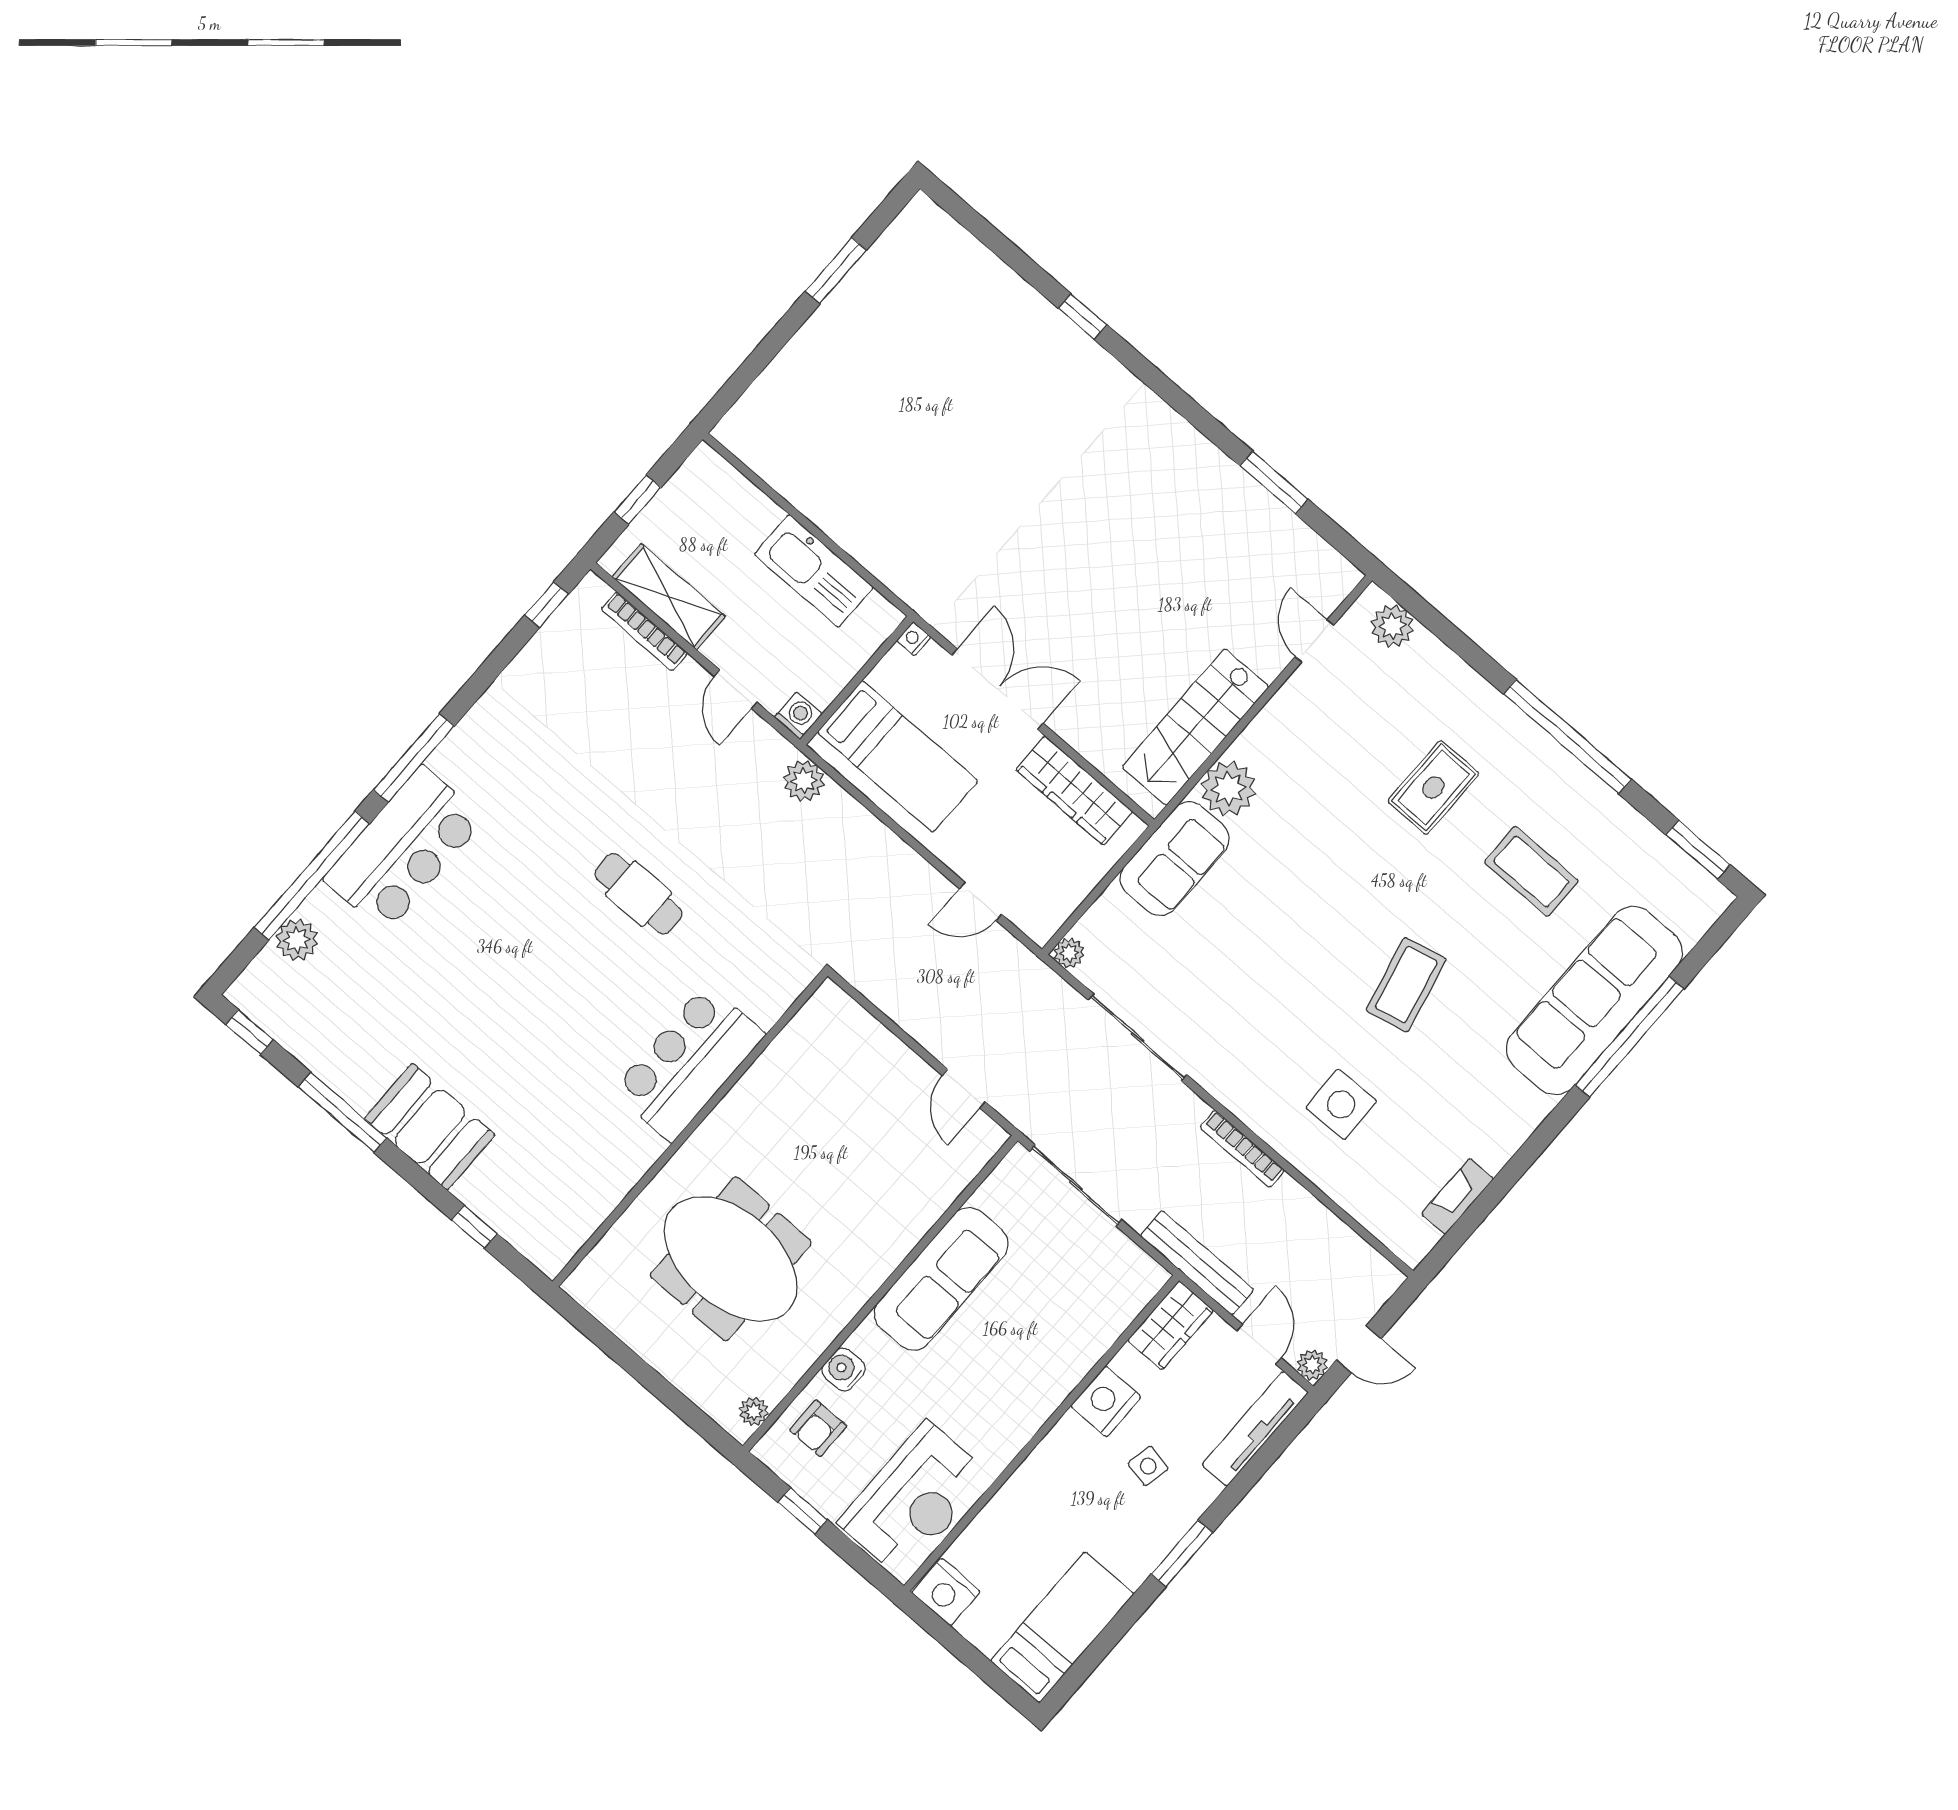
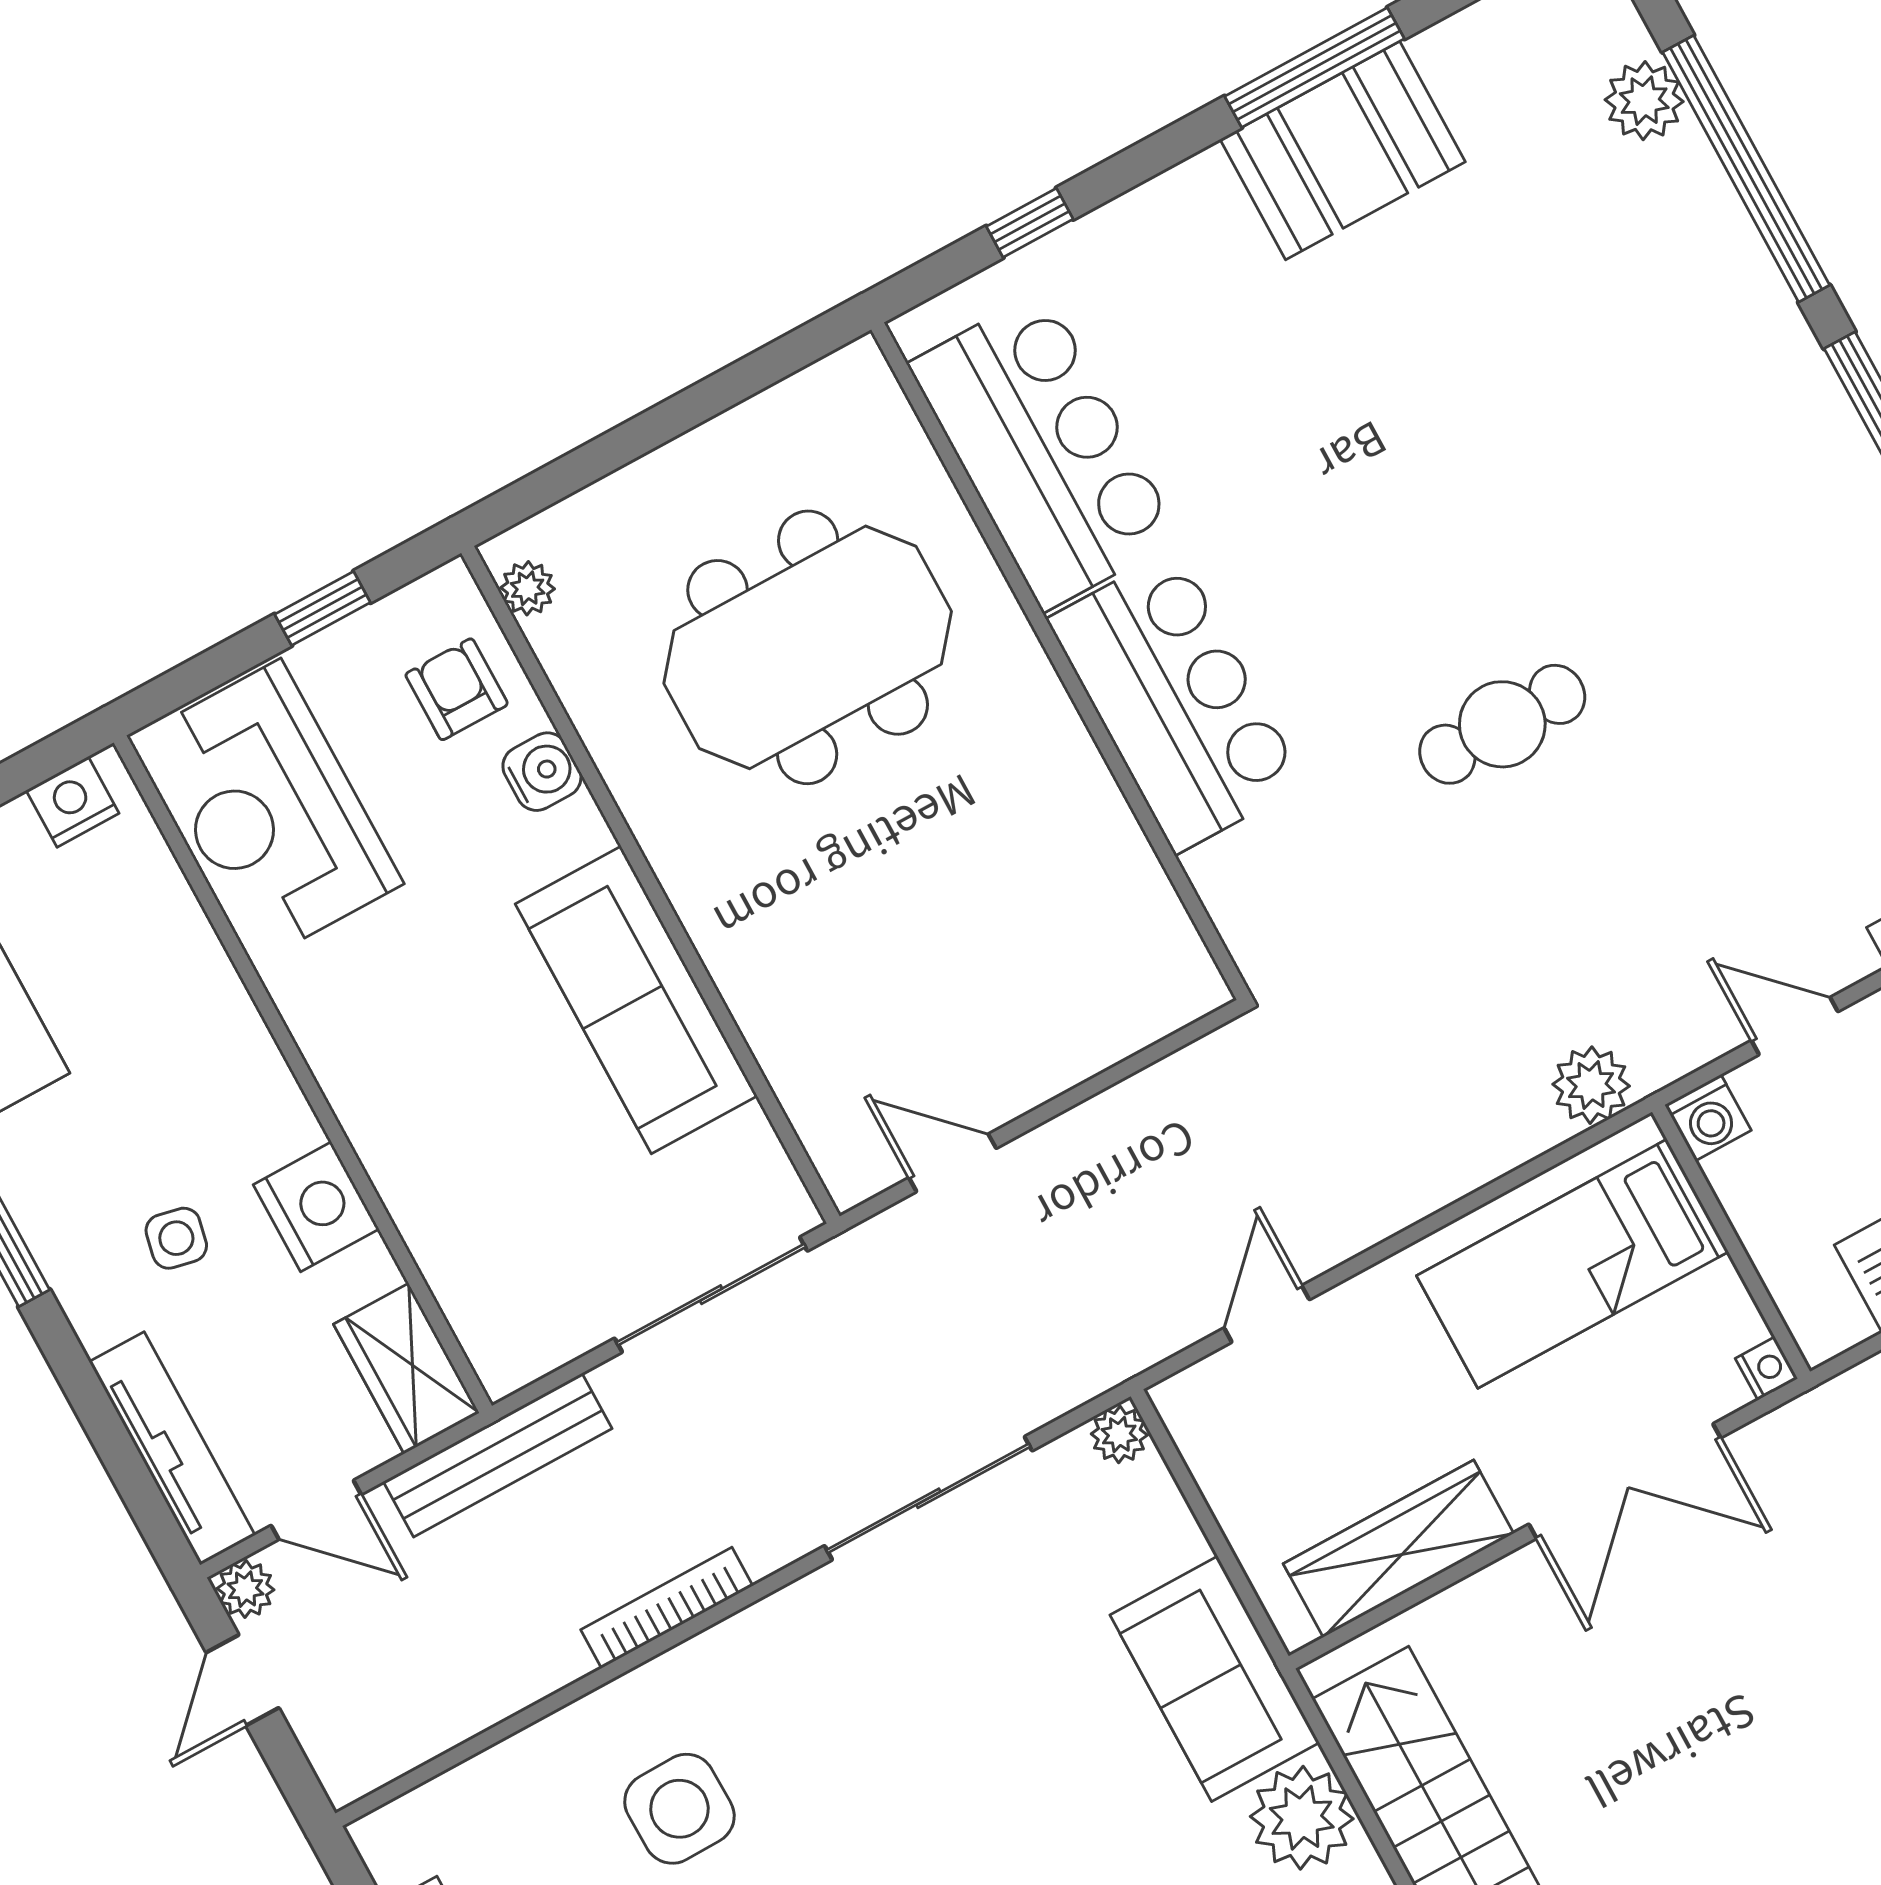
bar counter: (404, 849) -> (1044, 451), moved, turned 180
booth: (430, 1127) -> (1343, 150), moved
nightstand: (946, 1592) -> (73, 802), width x0.74, depth x0.75

